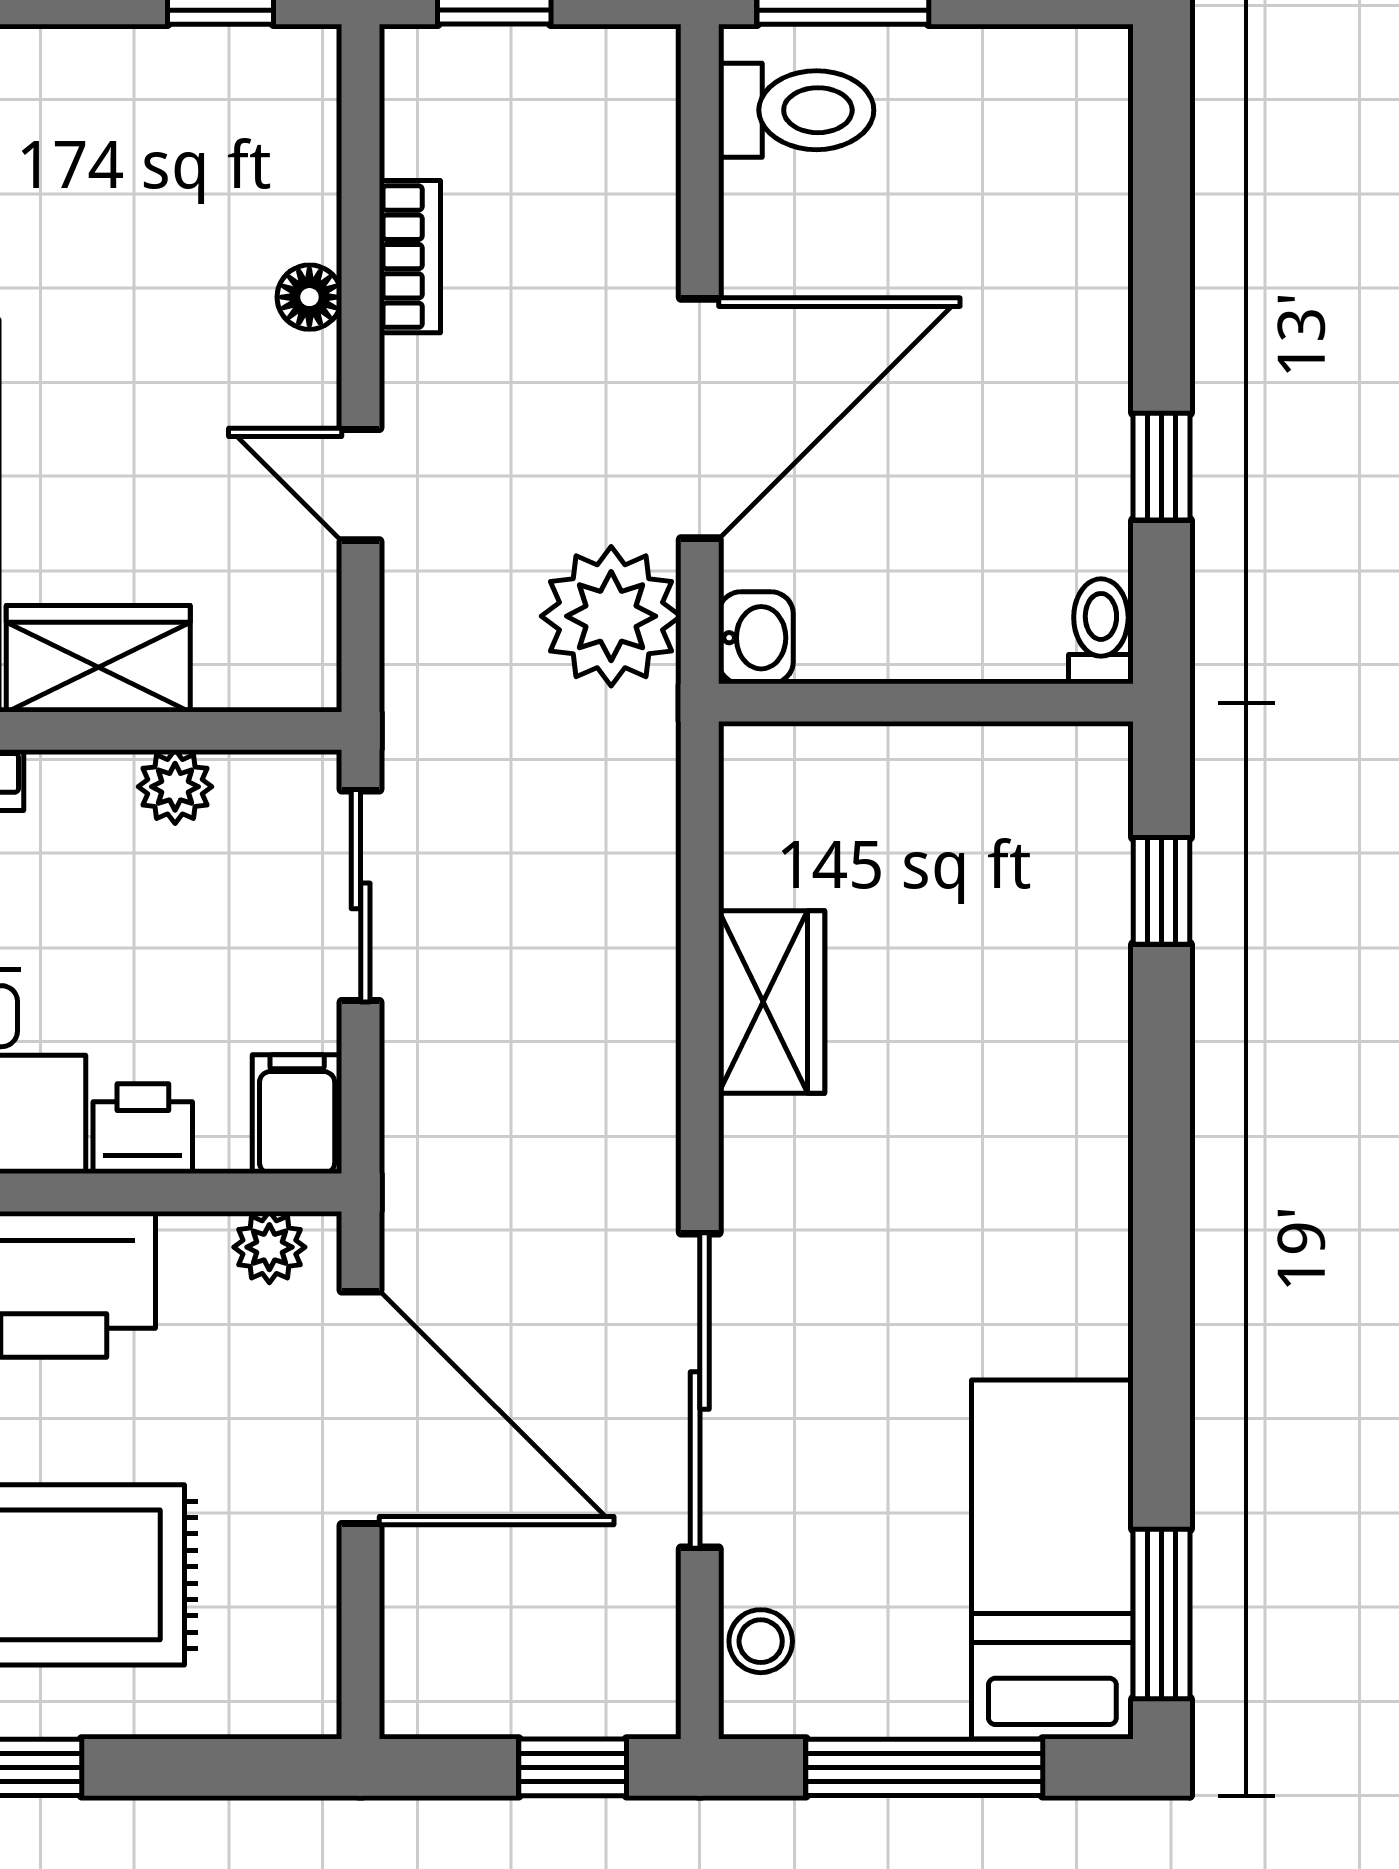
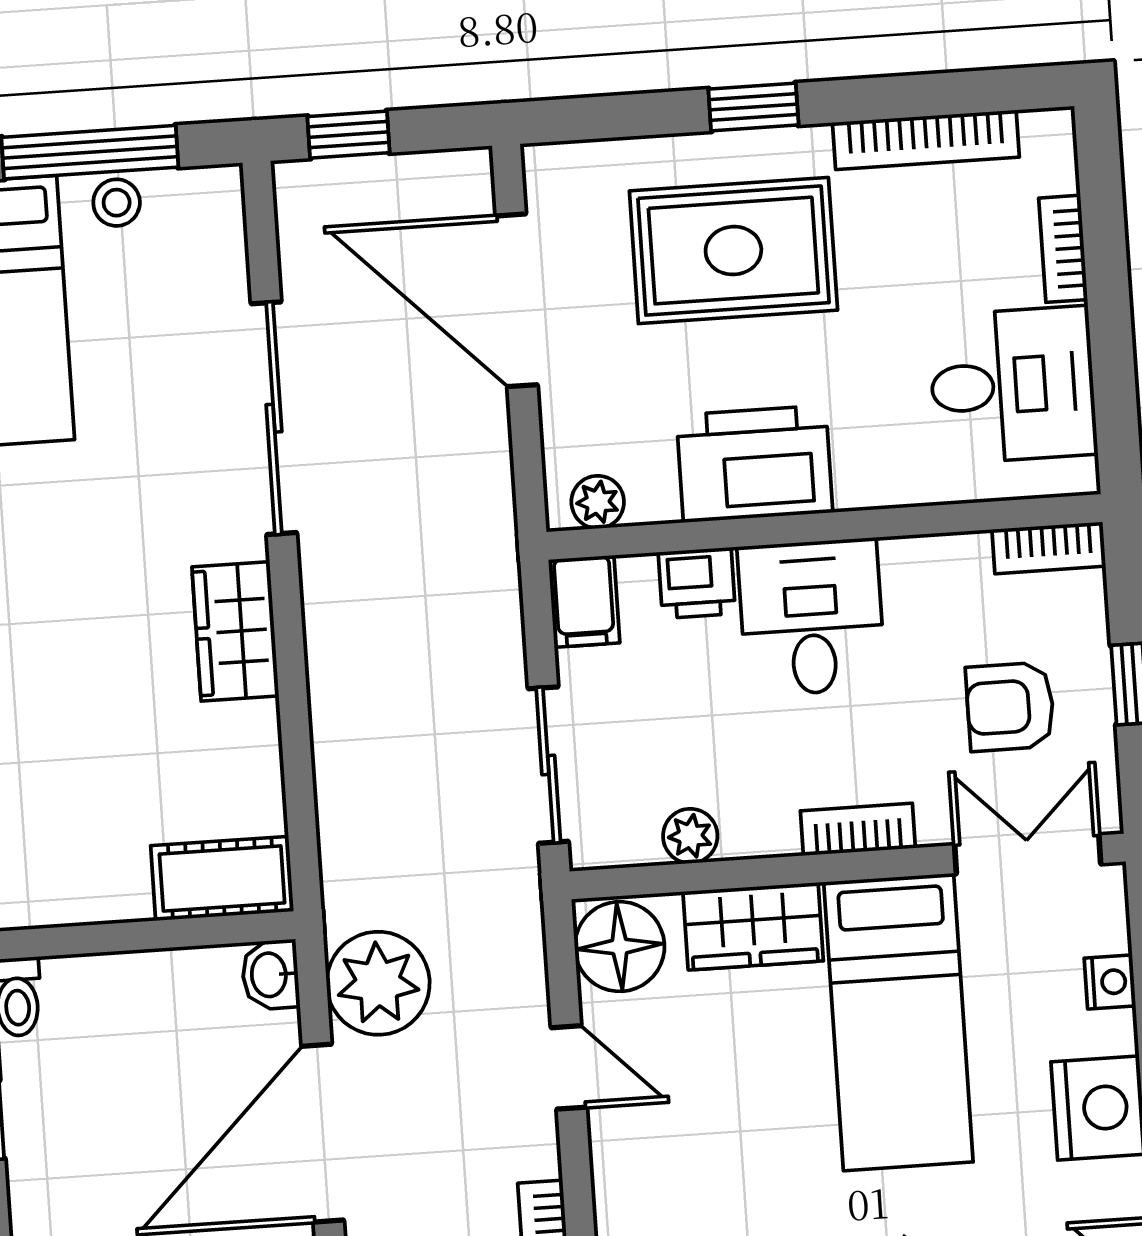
floor lamp: (309, 297) -> (620, 947), moved, width x1.89, depth x1.89
cot: (812, 772) -> (222, 878), added
wardrobe: (772, 1002) -> (235, 631), moved
door: (361, 1408) -> (517, 300), moved
stool: (761, 1641) -> (117, 203), moved

